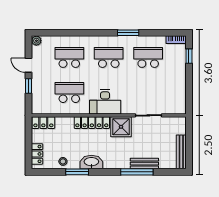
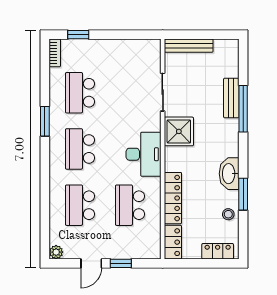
locker: (92, 123) -> (173, 198), moved
bench: (181, 152) -> (189, 46), moved

